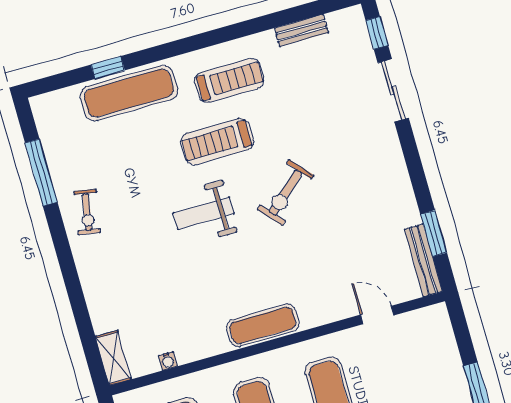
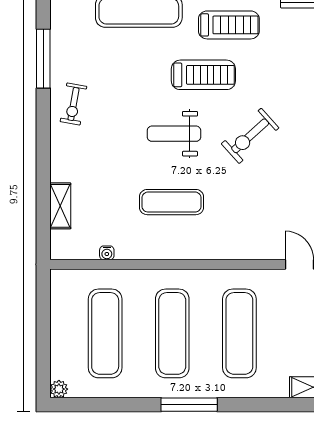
treadmill: (217, 142) -> (203, 75), turned 180
exercise mat: (263, 325) -> (172, 202), moved
shelving: (113, 358) -> (60, 206), moved

